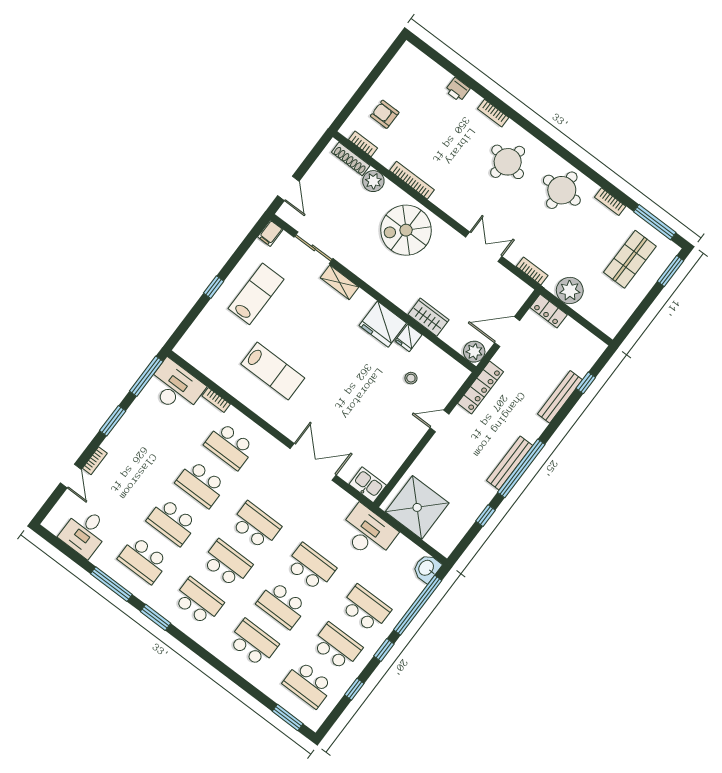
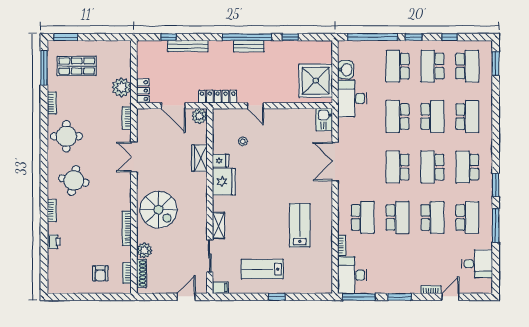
bench: (510, 463) -> (249, 46), width x0.73
washbasin: (427, 568) -> (346, 70), moved, turned -90
school desk: (253, 643) -> (467, 117), turned 180

